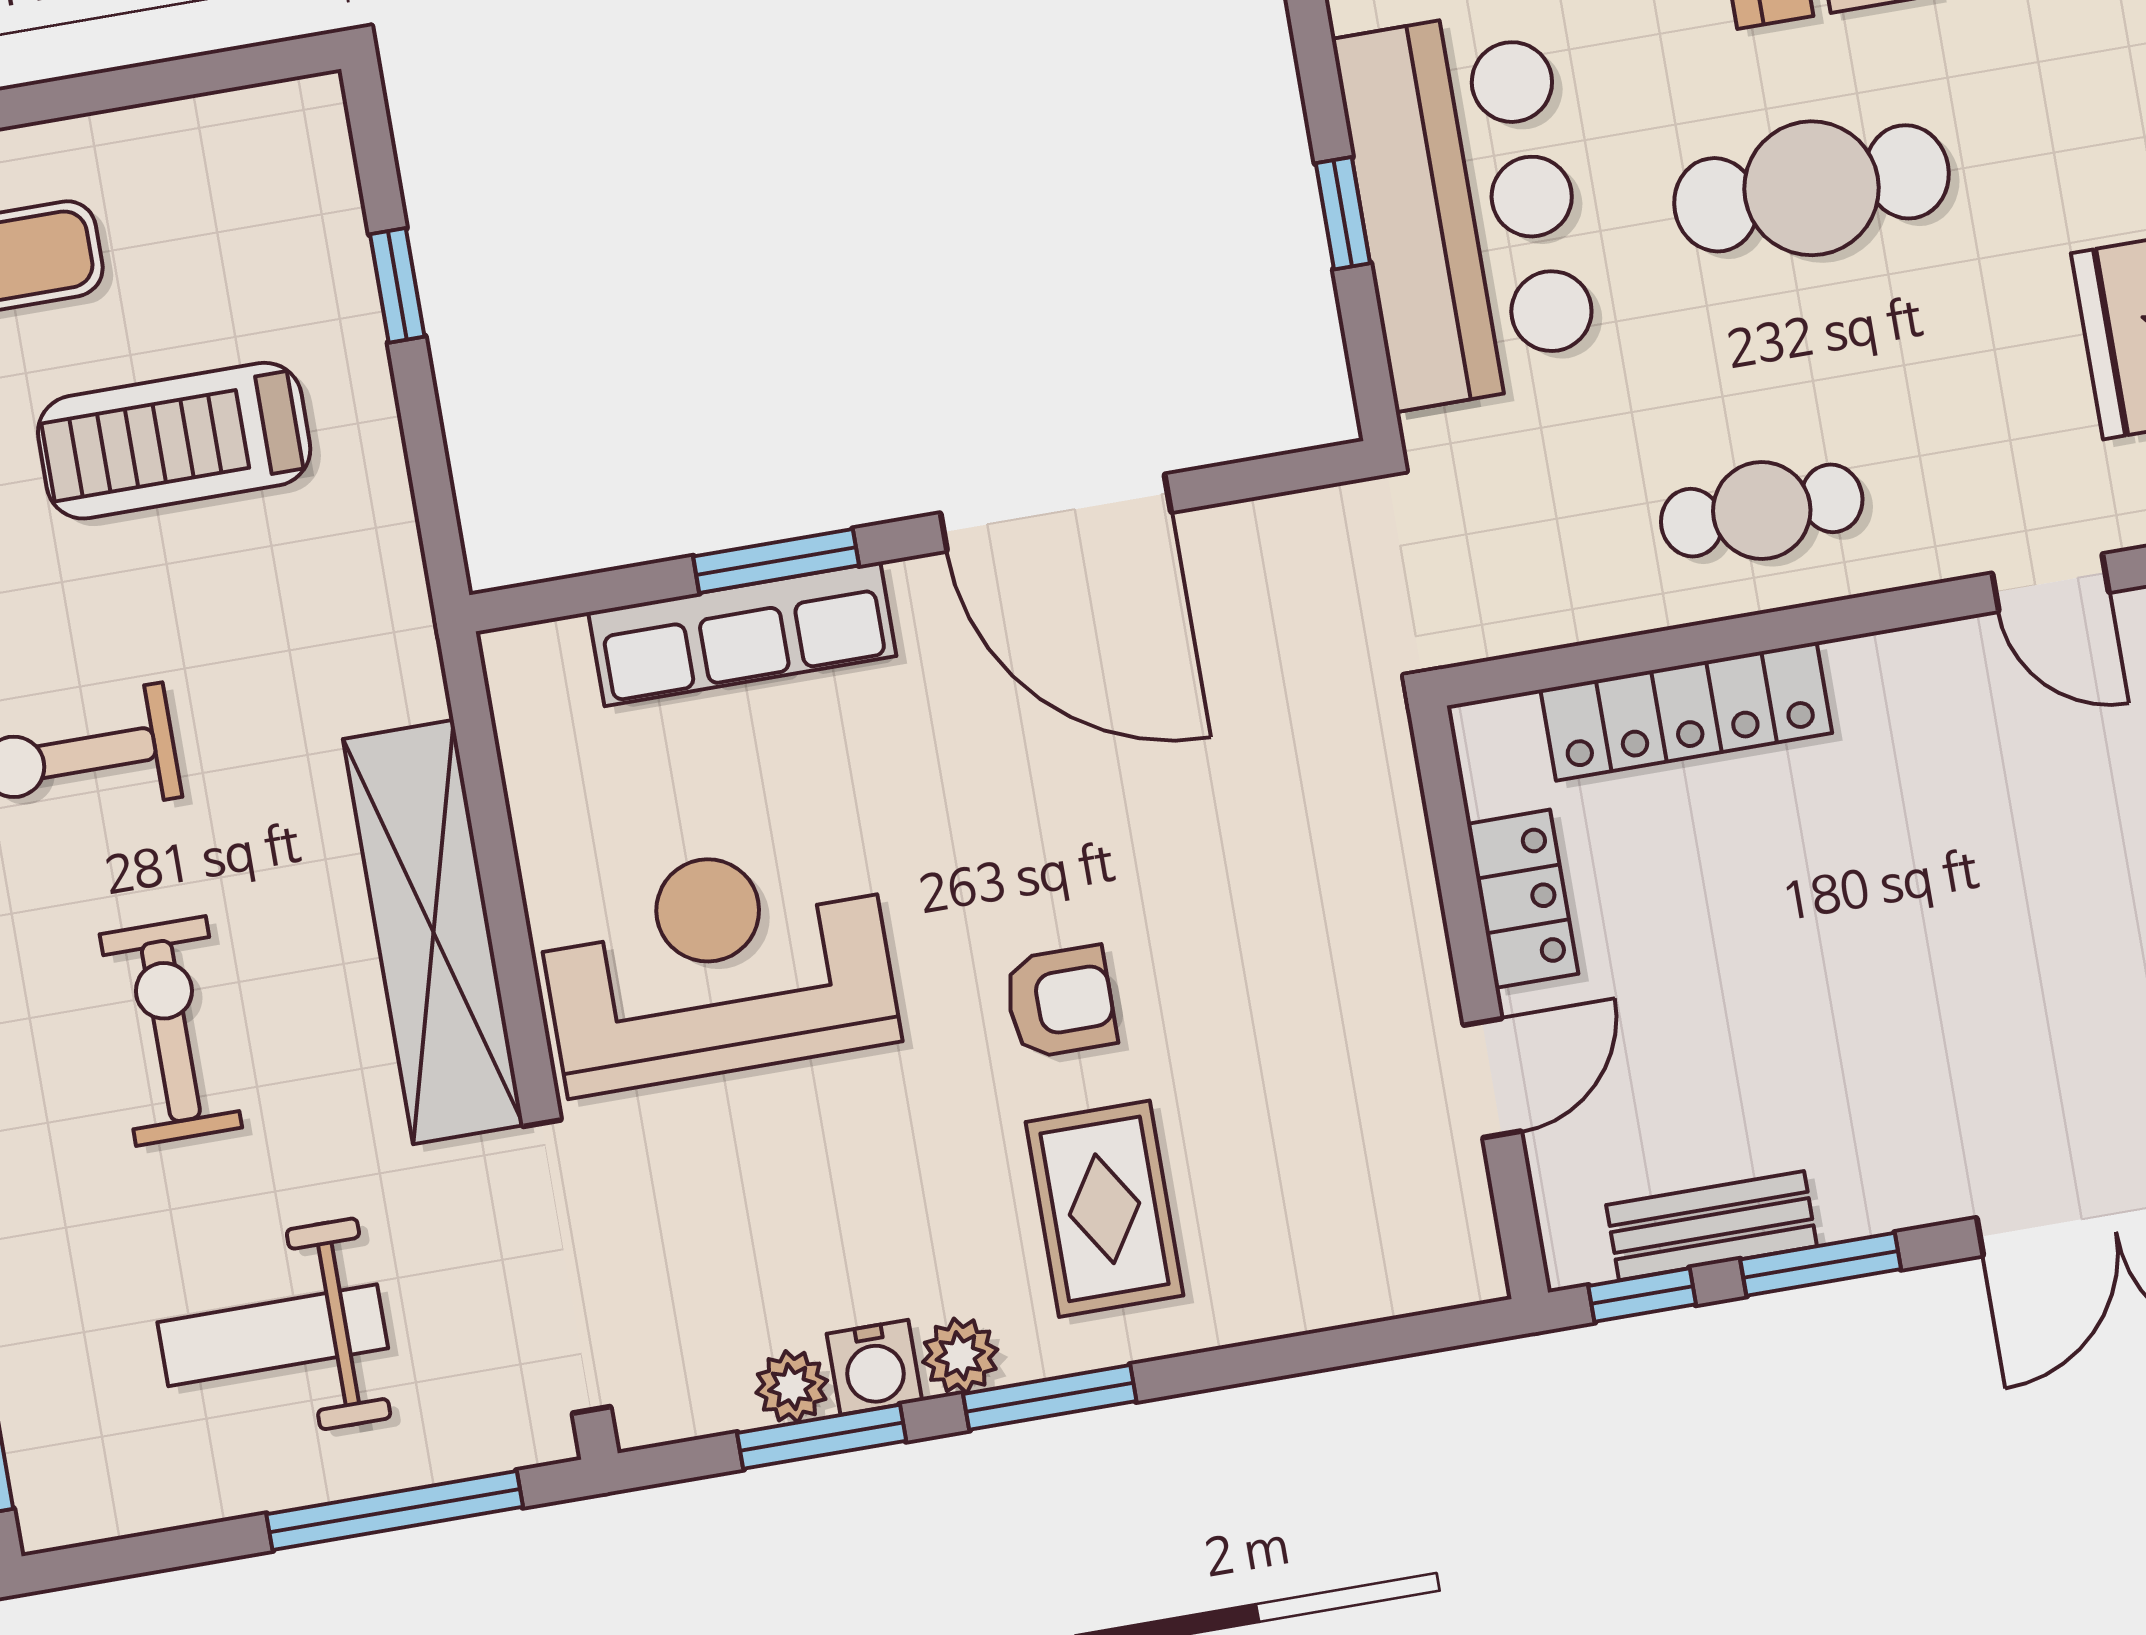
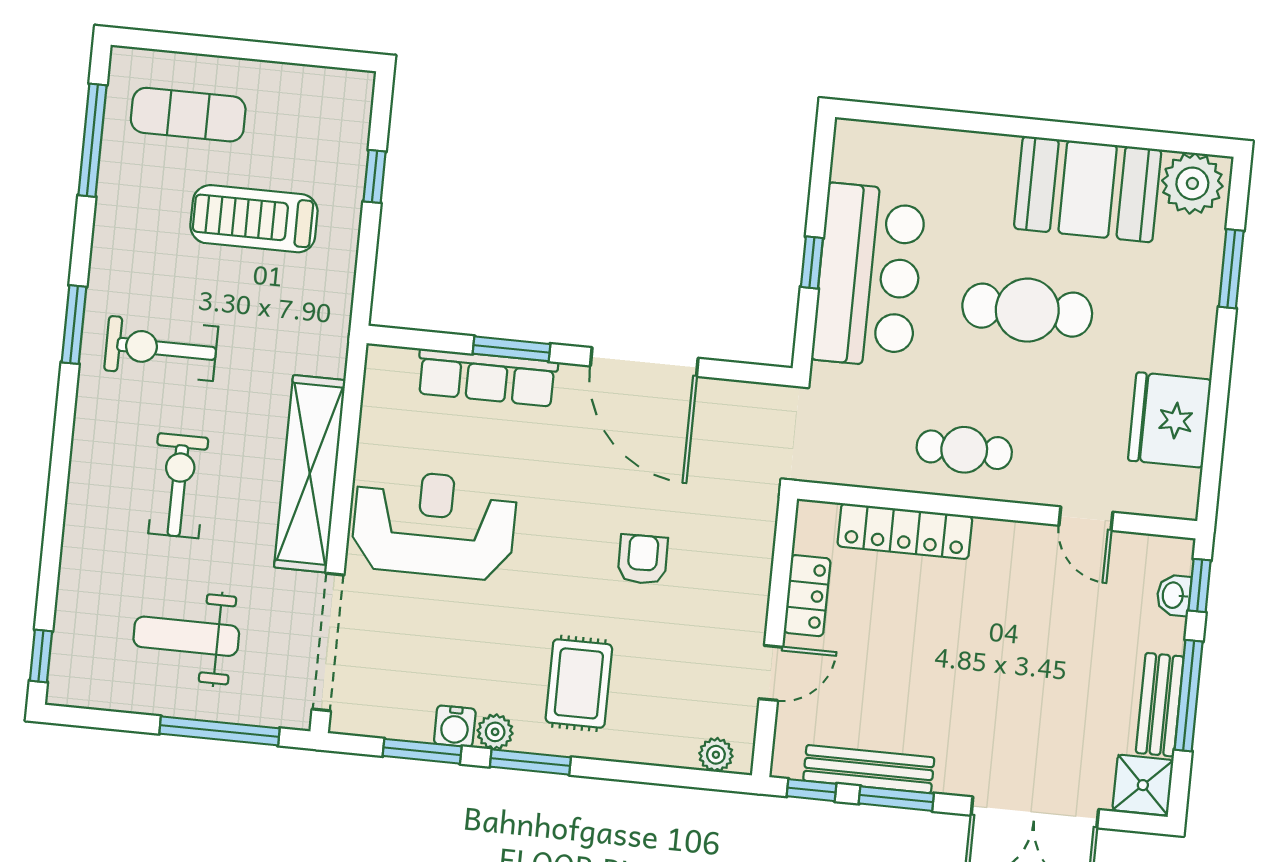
armchair: (1060, 1002) -> (643, 559), moved, turned -91
bench: (1712, 1226) -> (869, 769), width x1.36
plant: (792, 1387) -> (716, 755), moved

